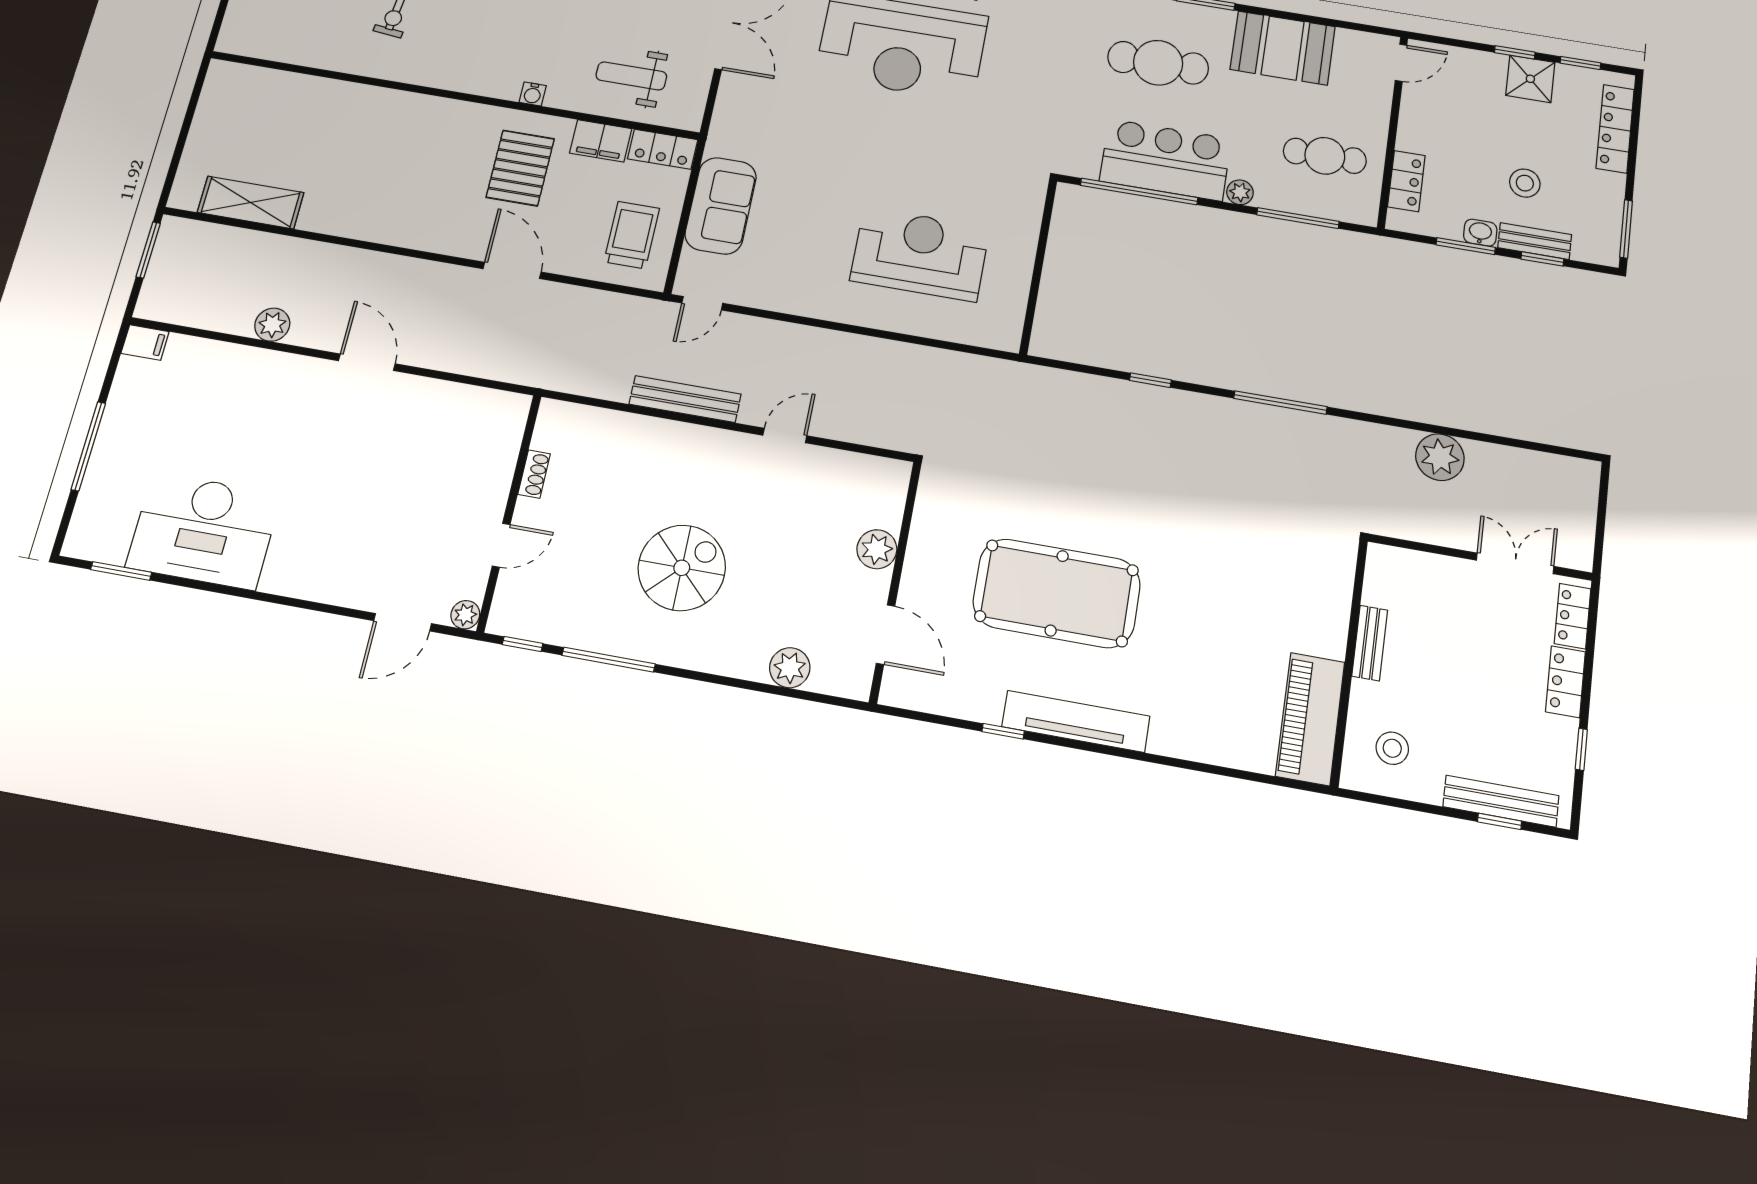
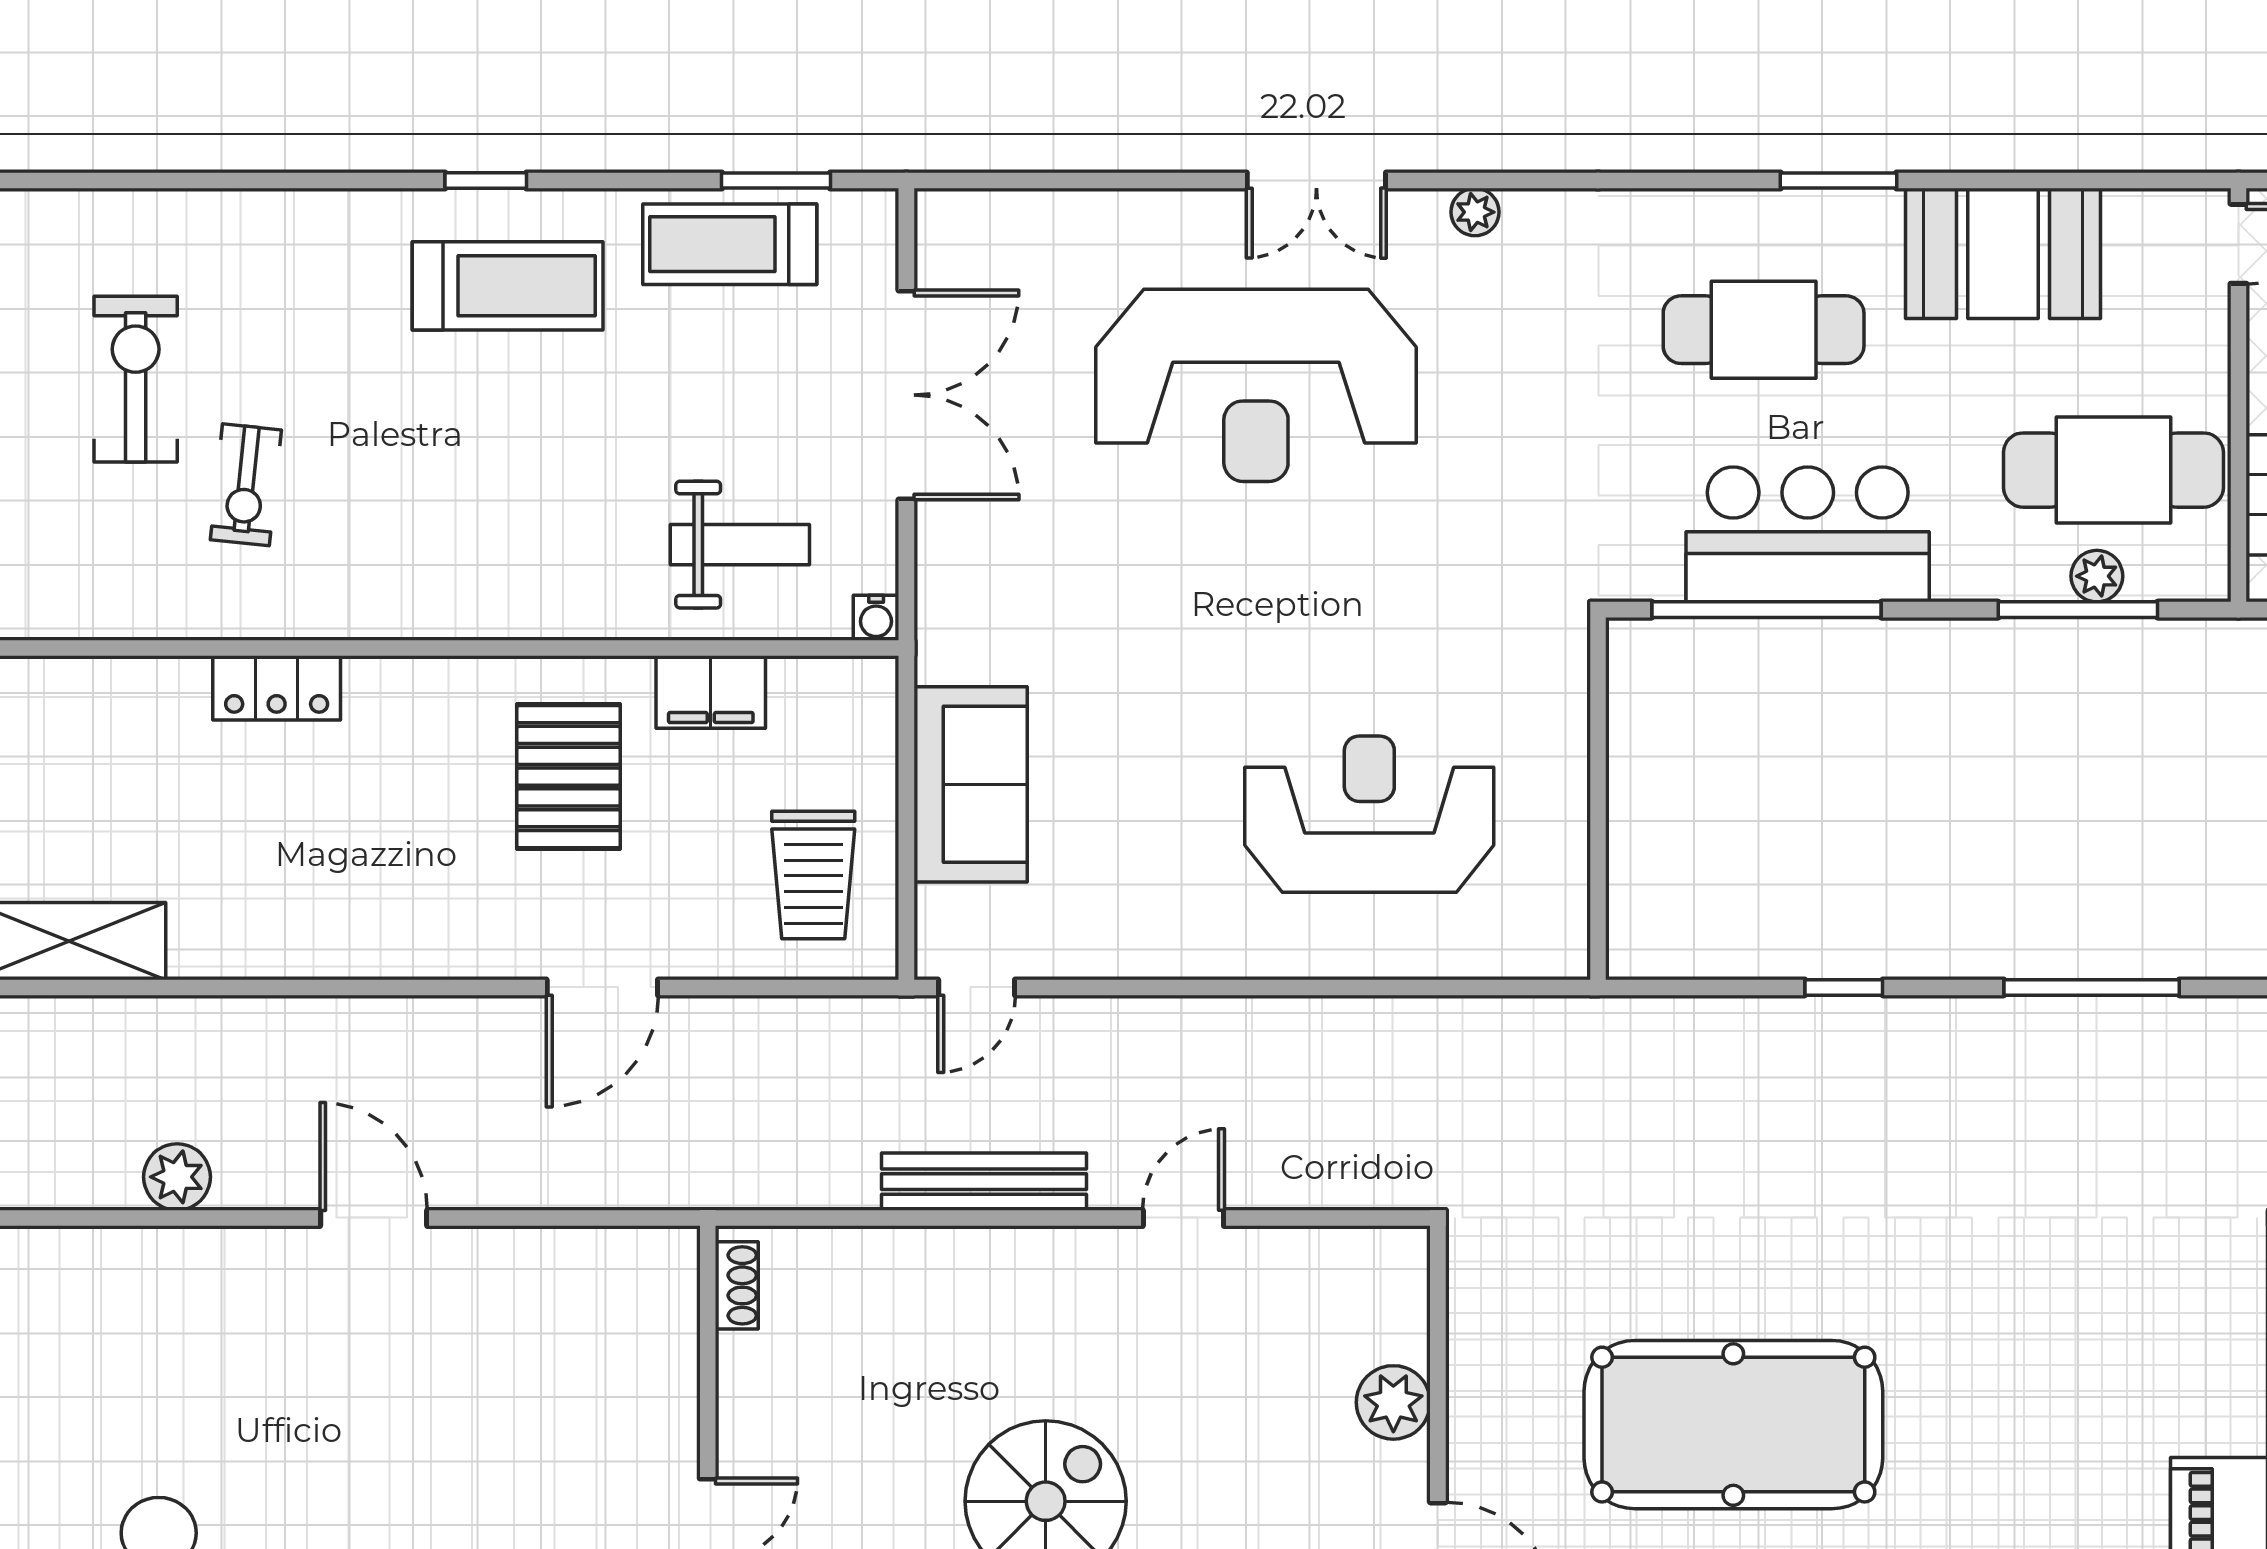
weight bench: (631, 76) -> (740, 545), turned 180
water cooler: (533, 94) -> (876, 618), moved
locker: (663, 149) -> (277, 688), moved
cafe table: (1325, 156) -> (2113, 470), width x1.37, depth x1.35
plant: (1240, 192) -> (2097, 576), moved
trolley: (632, 235) -> (813, 875), turned 180
door: (512, 270) -> (602, 987), swing flipped
shoe rack: (534, 474) -> (737, 1285), moved

